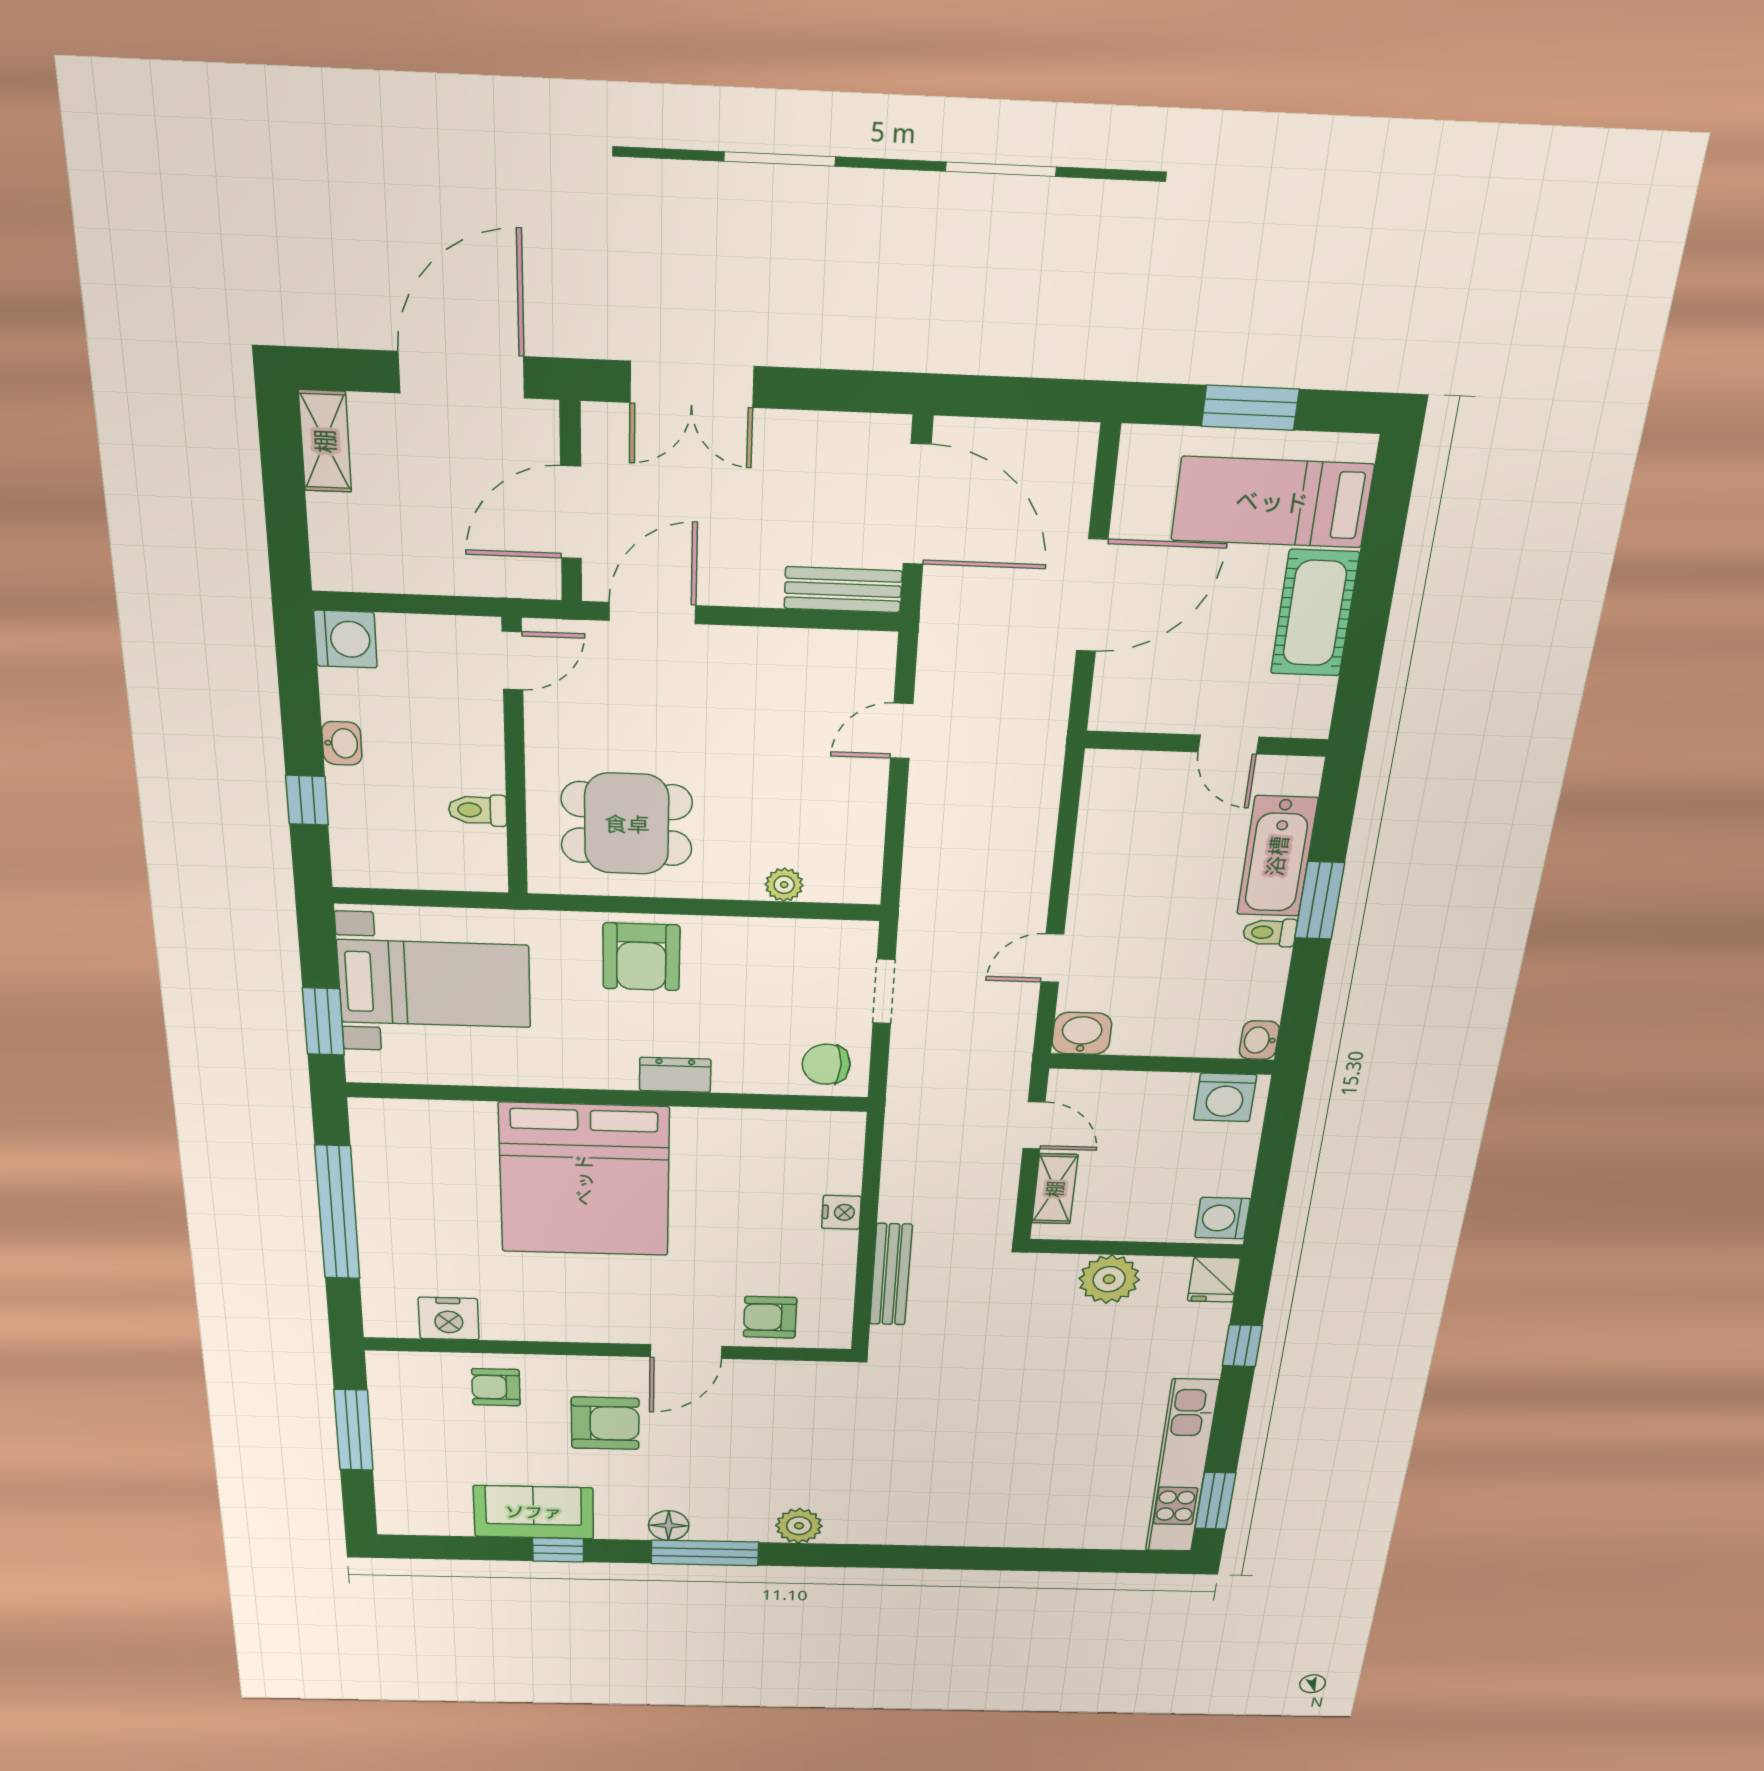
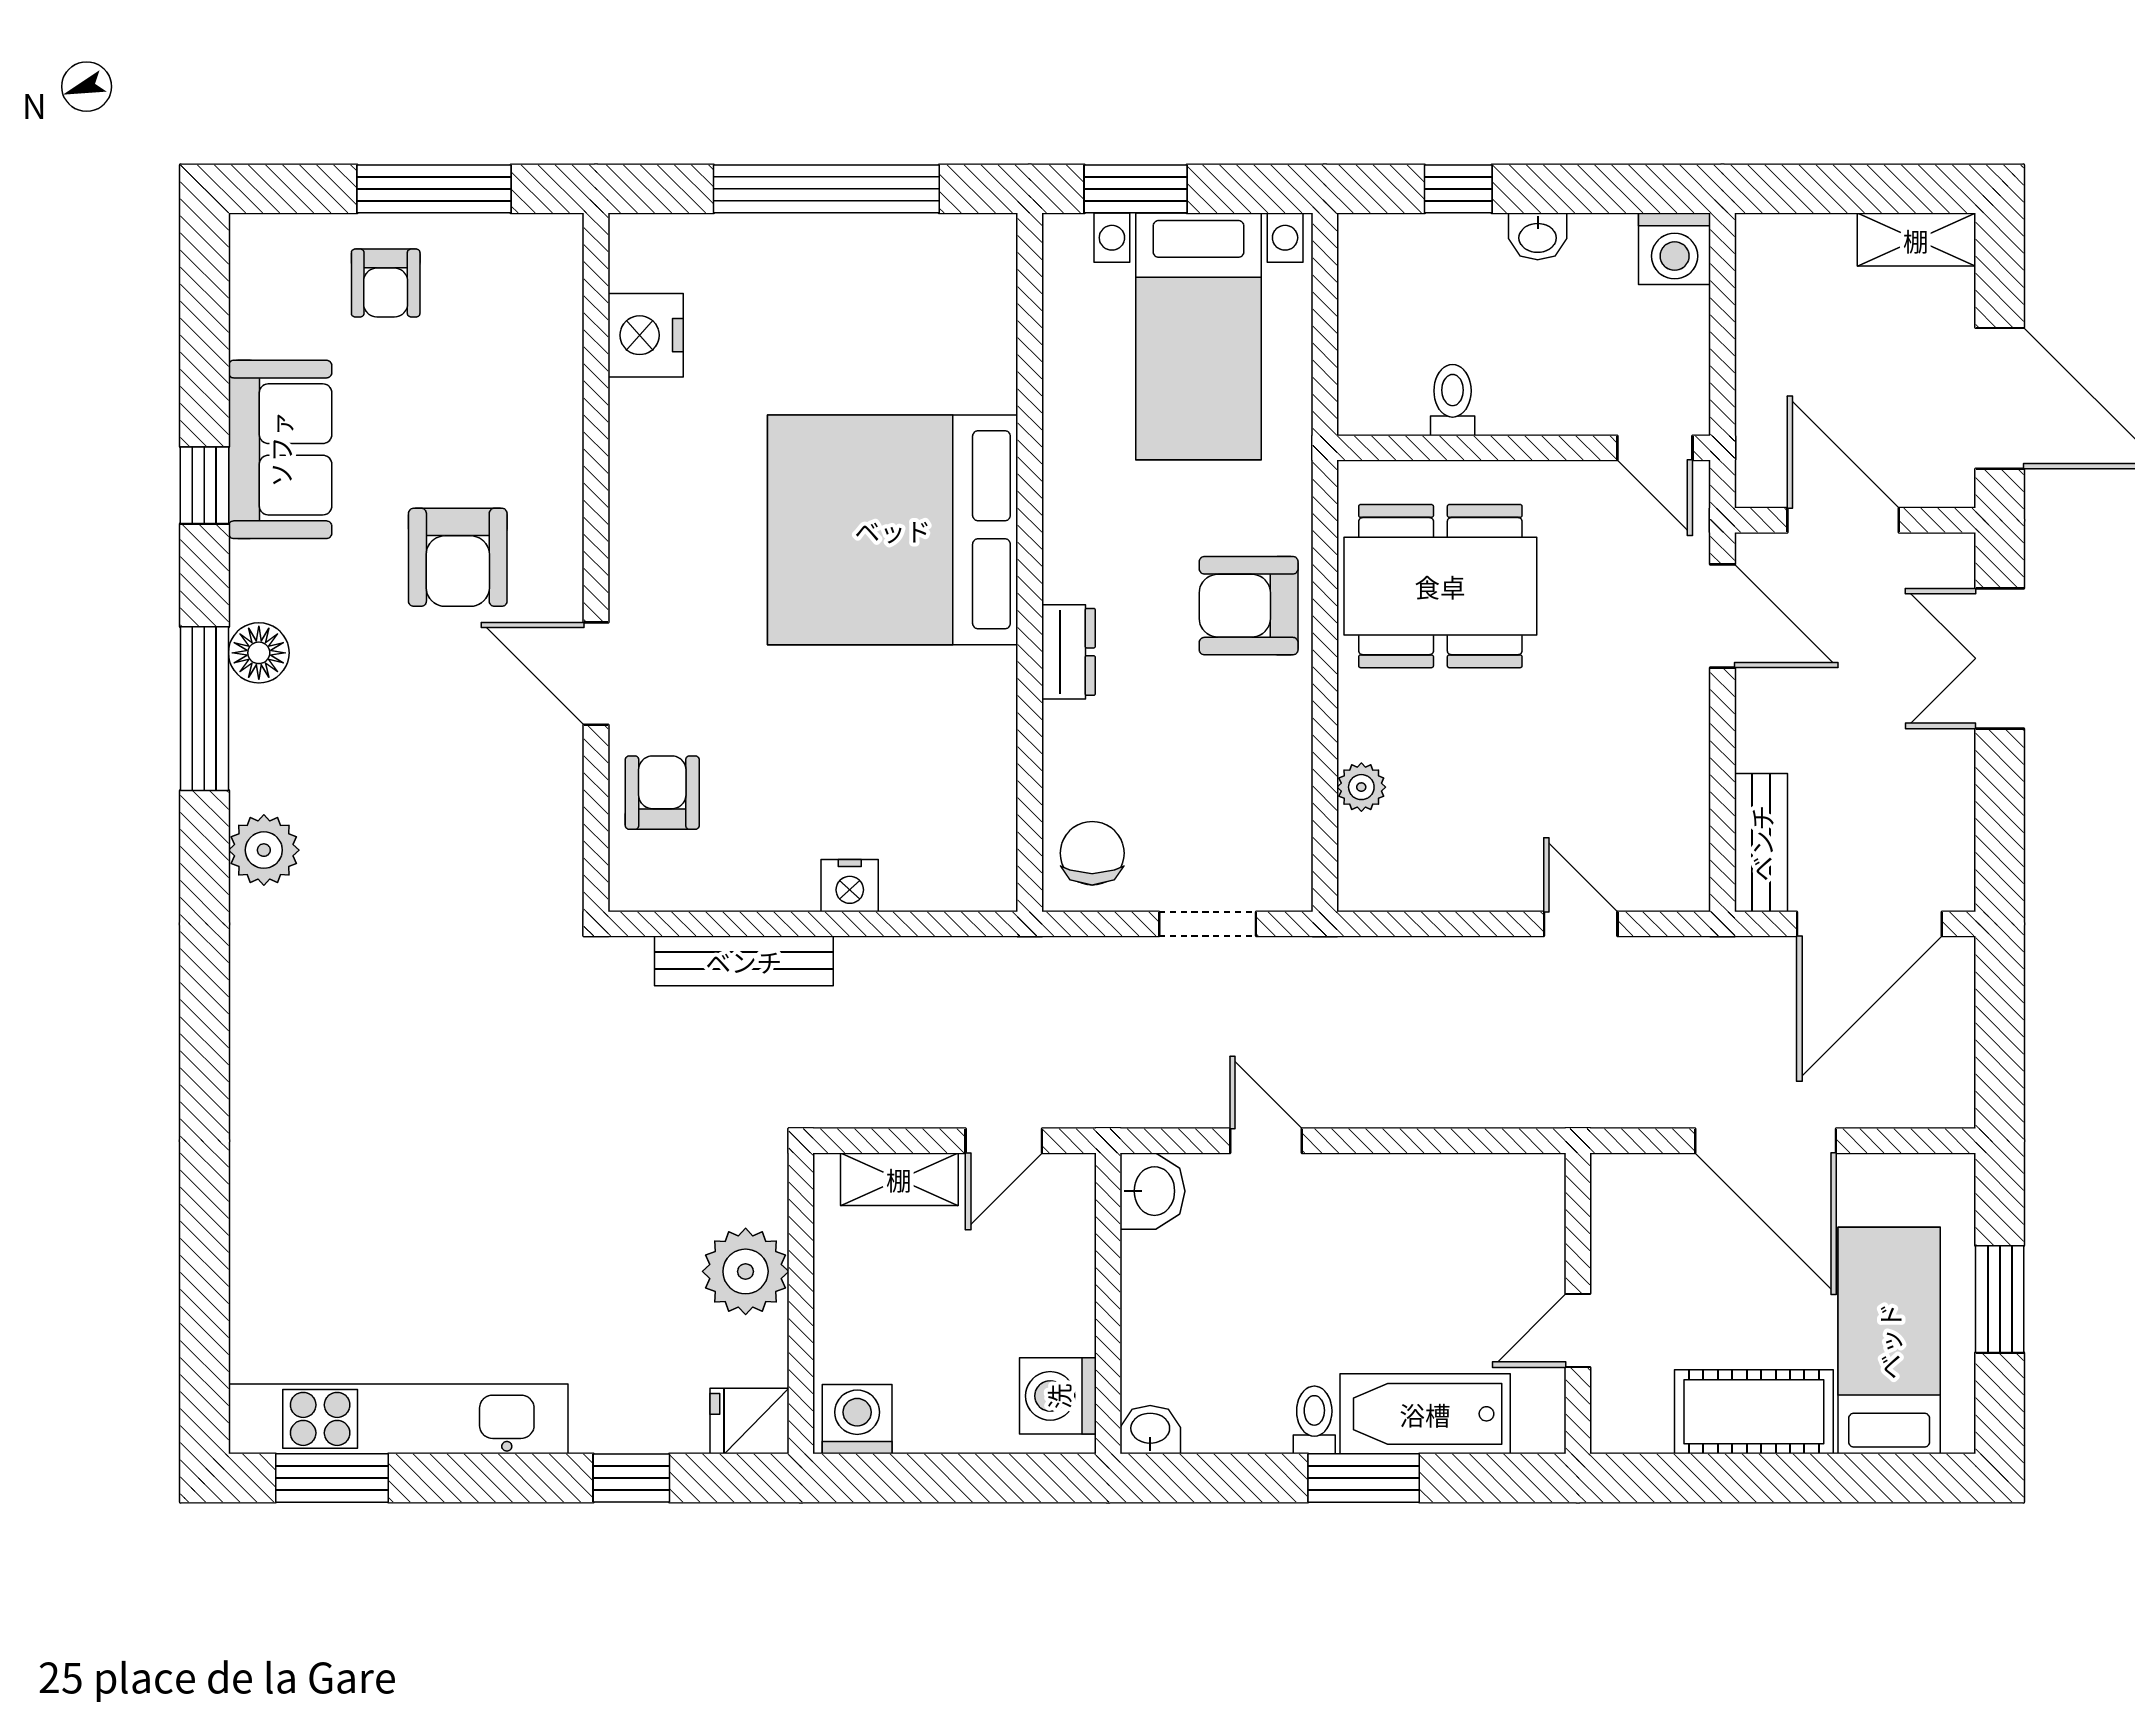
dining table: (627, 824) -> (1440, 586), width x1.38
armchair: (496, 1387) -> (386, 283), moved, turned 180

